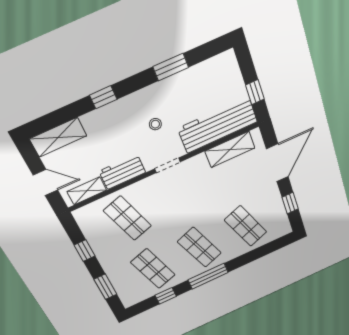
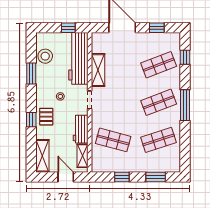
stool: (204, 77) -> (45, 56), added
pallet: (118, 117) -> (46, 117), added
shelving: (230, 149) -> (98, 70), moved
door: (46, 183) -> (66, 177), hinge flipped
shop shelf: (128, 218) -> (113, 140), turned 33
window: (166, 296) -> (185, 57), moved

